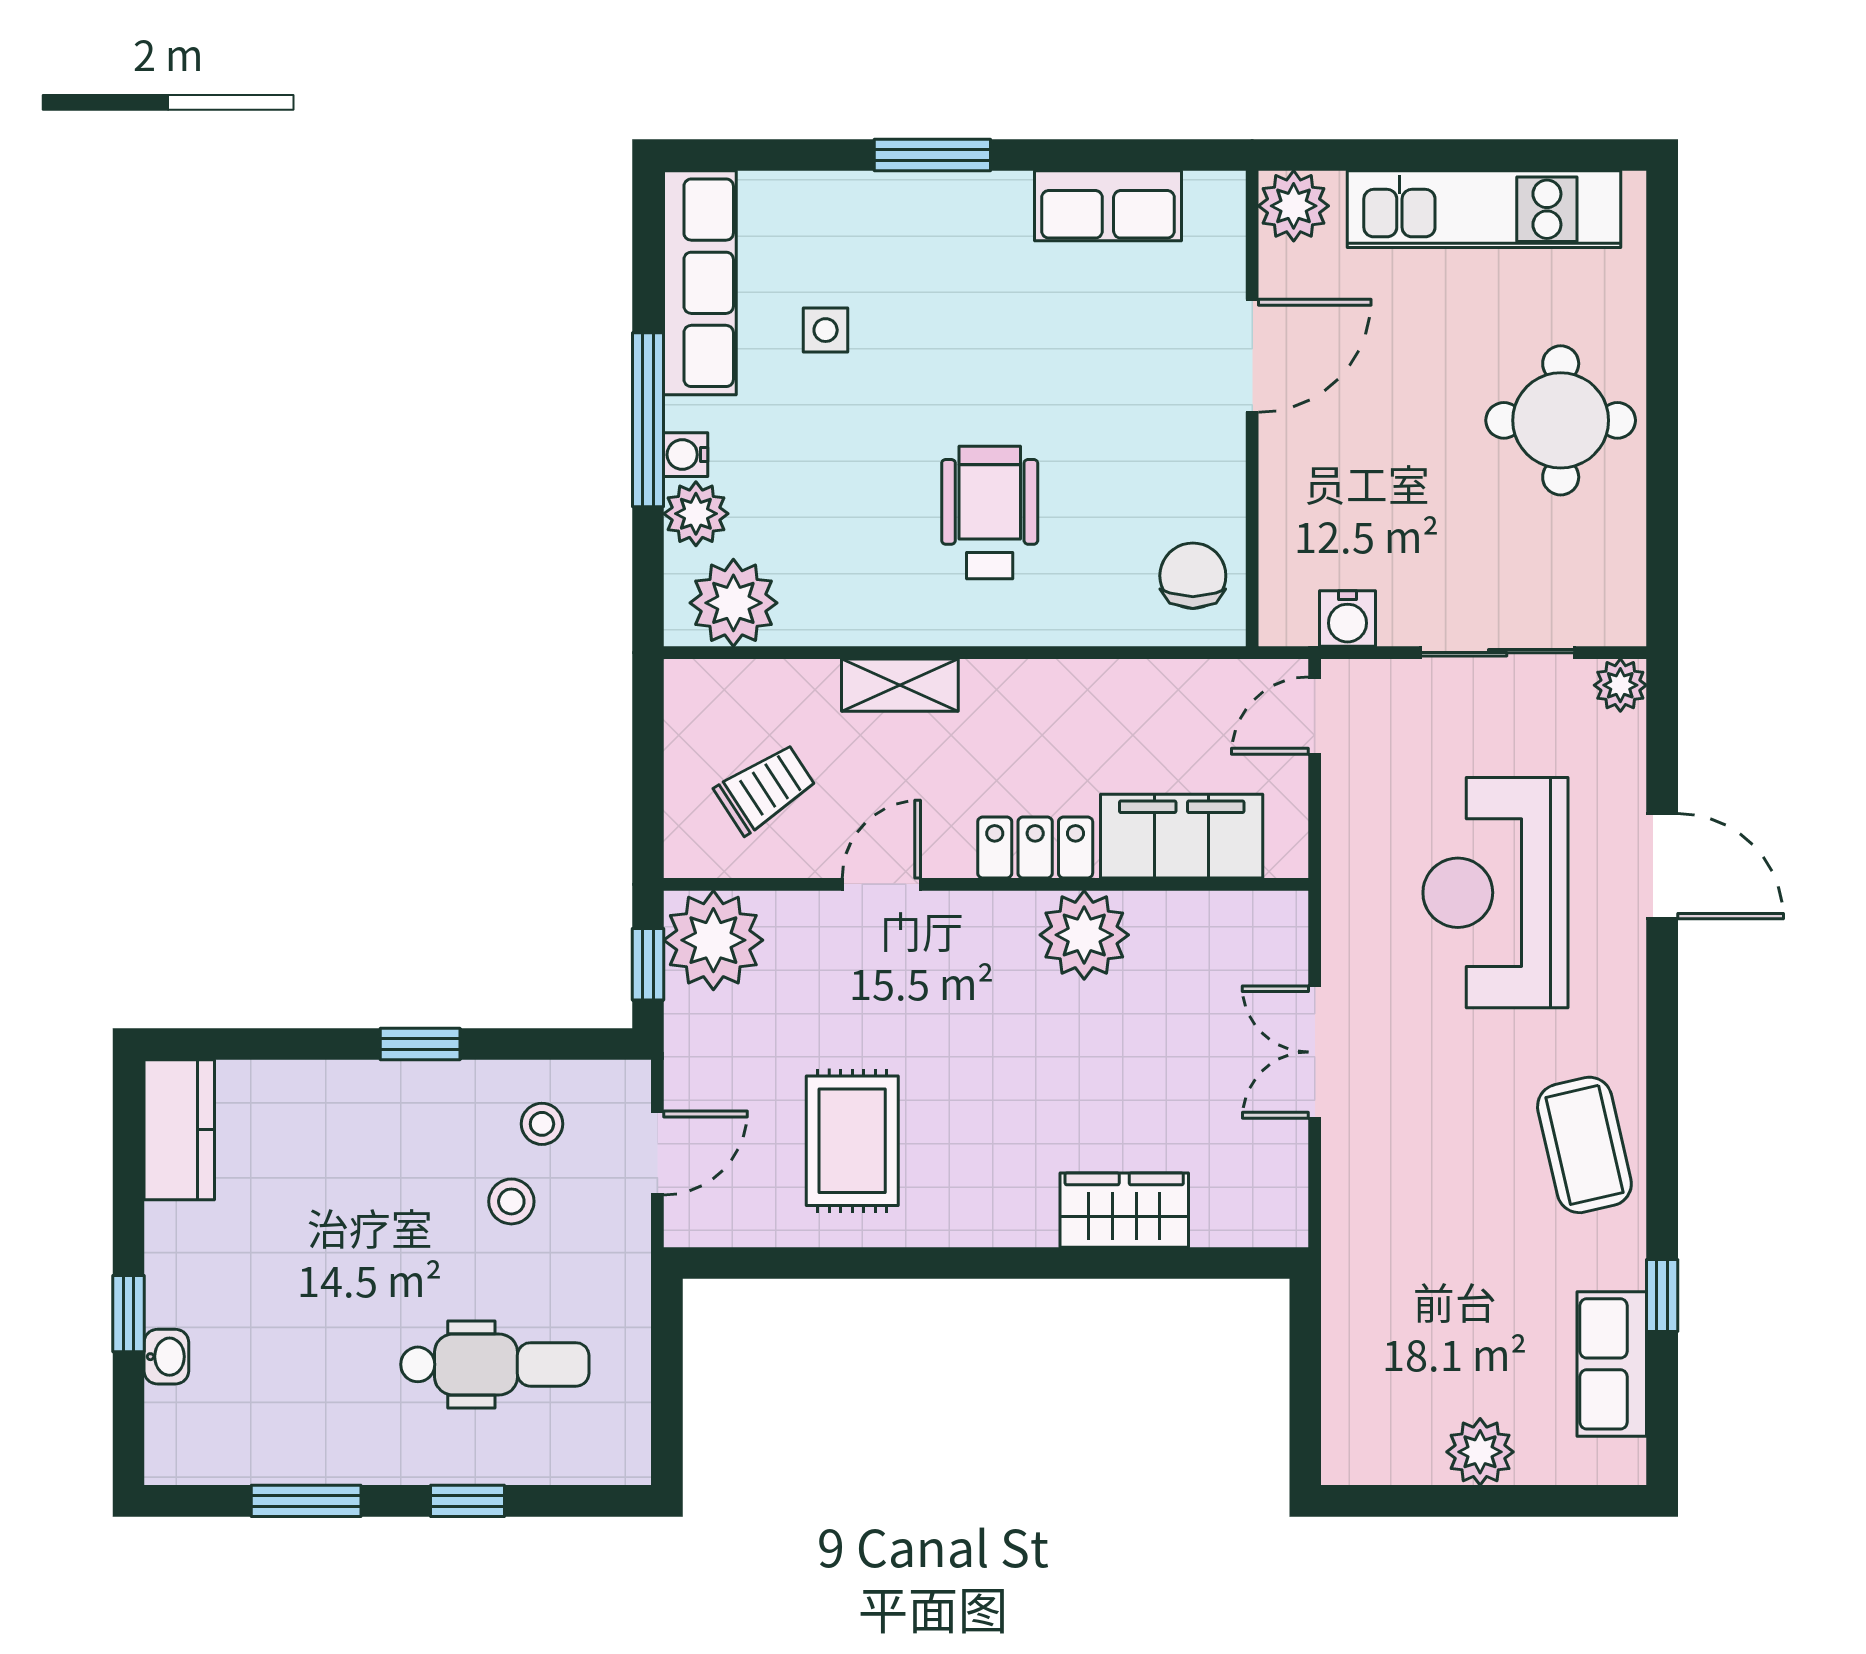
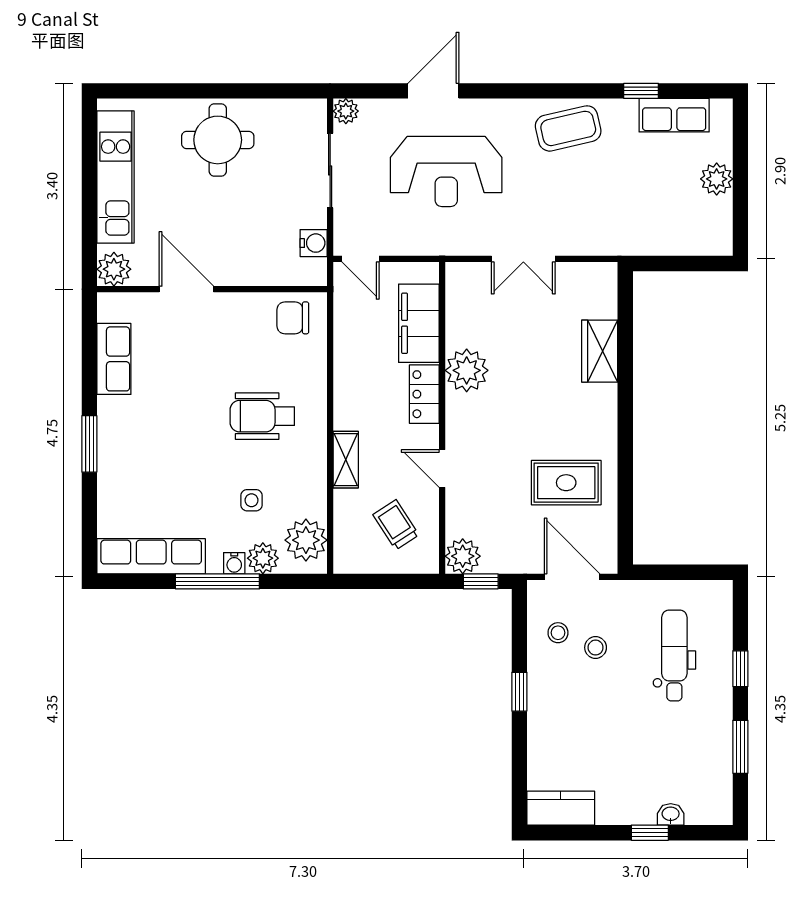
side table: (826, 330) -> (251, 500), moved
plant: (713, 940) -> (463, 556), width x0.73, depth x0.73
door: (657, 1153) -> (572, 577), width x1.38

